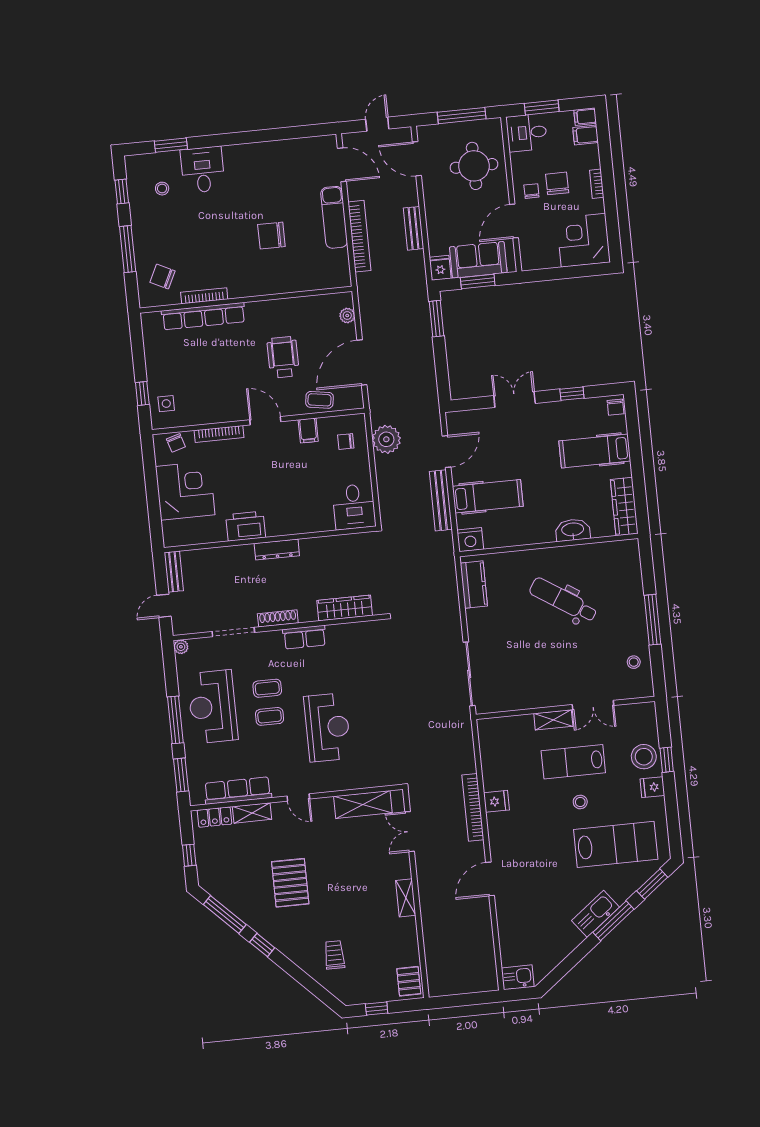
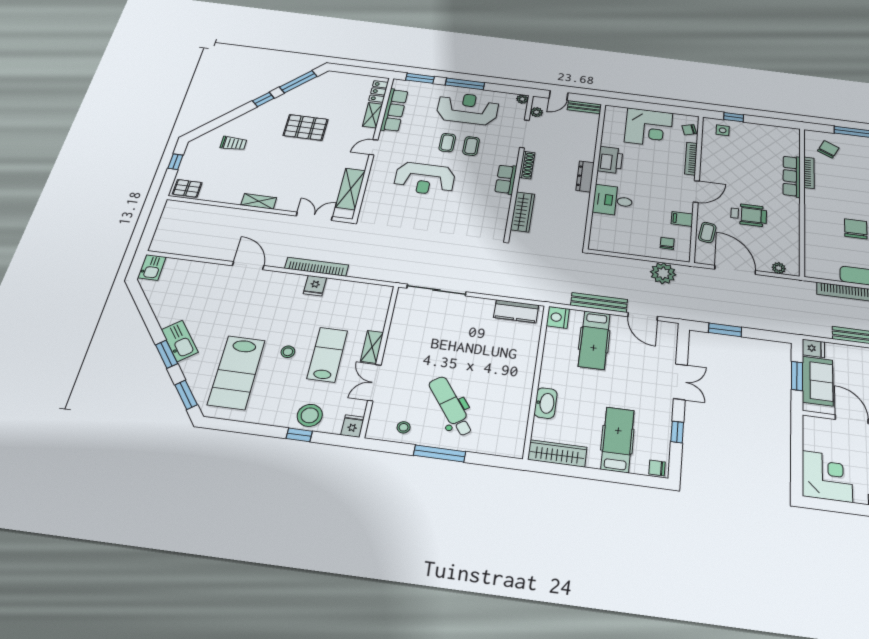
row of seats: (203, 316) -> (792, 176), width x0.73
window: (437, 319) -> (725, 330), moved
desk: (354, 507) -> (613, 200), moved
dental chair: (563, 600) -> (451, 406), moved, turned -69
door: (164, 606) -> (558, 95), swing flipped
plant: (197, 626) -> (536, 112), added
fridge: (652, 787) -> (353, 426), moved
window: (189, 855) -> (355, 70), removed
window: (613, 921) -> (167, 354), width x0.69

